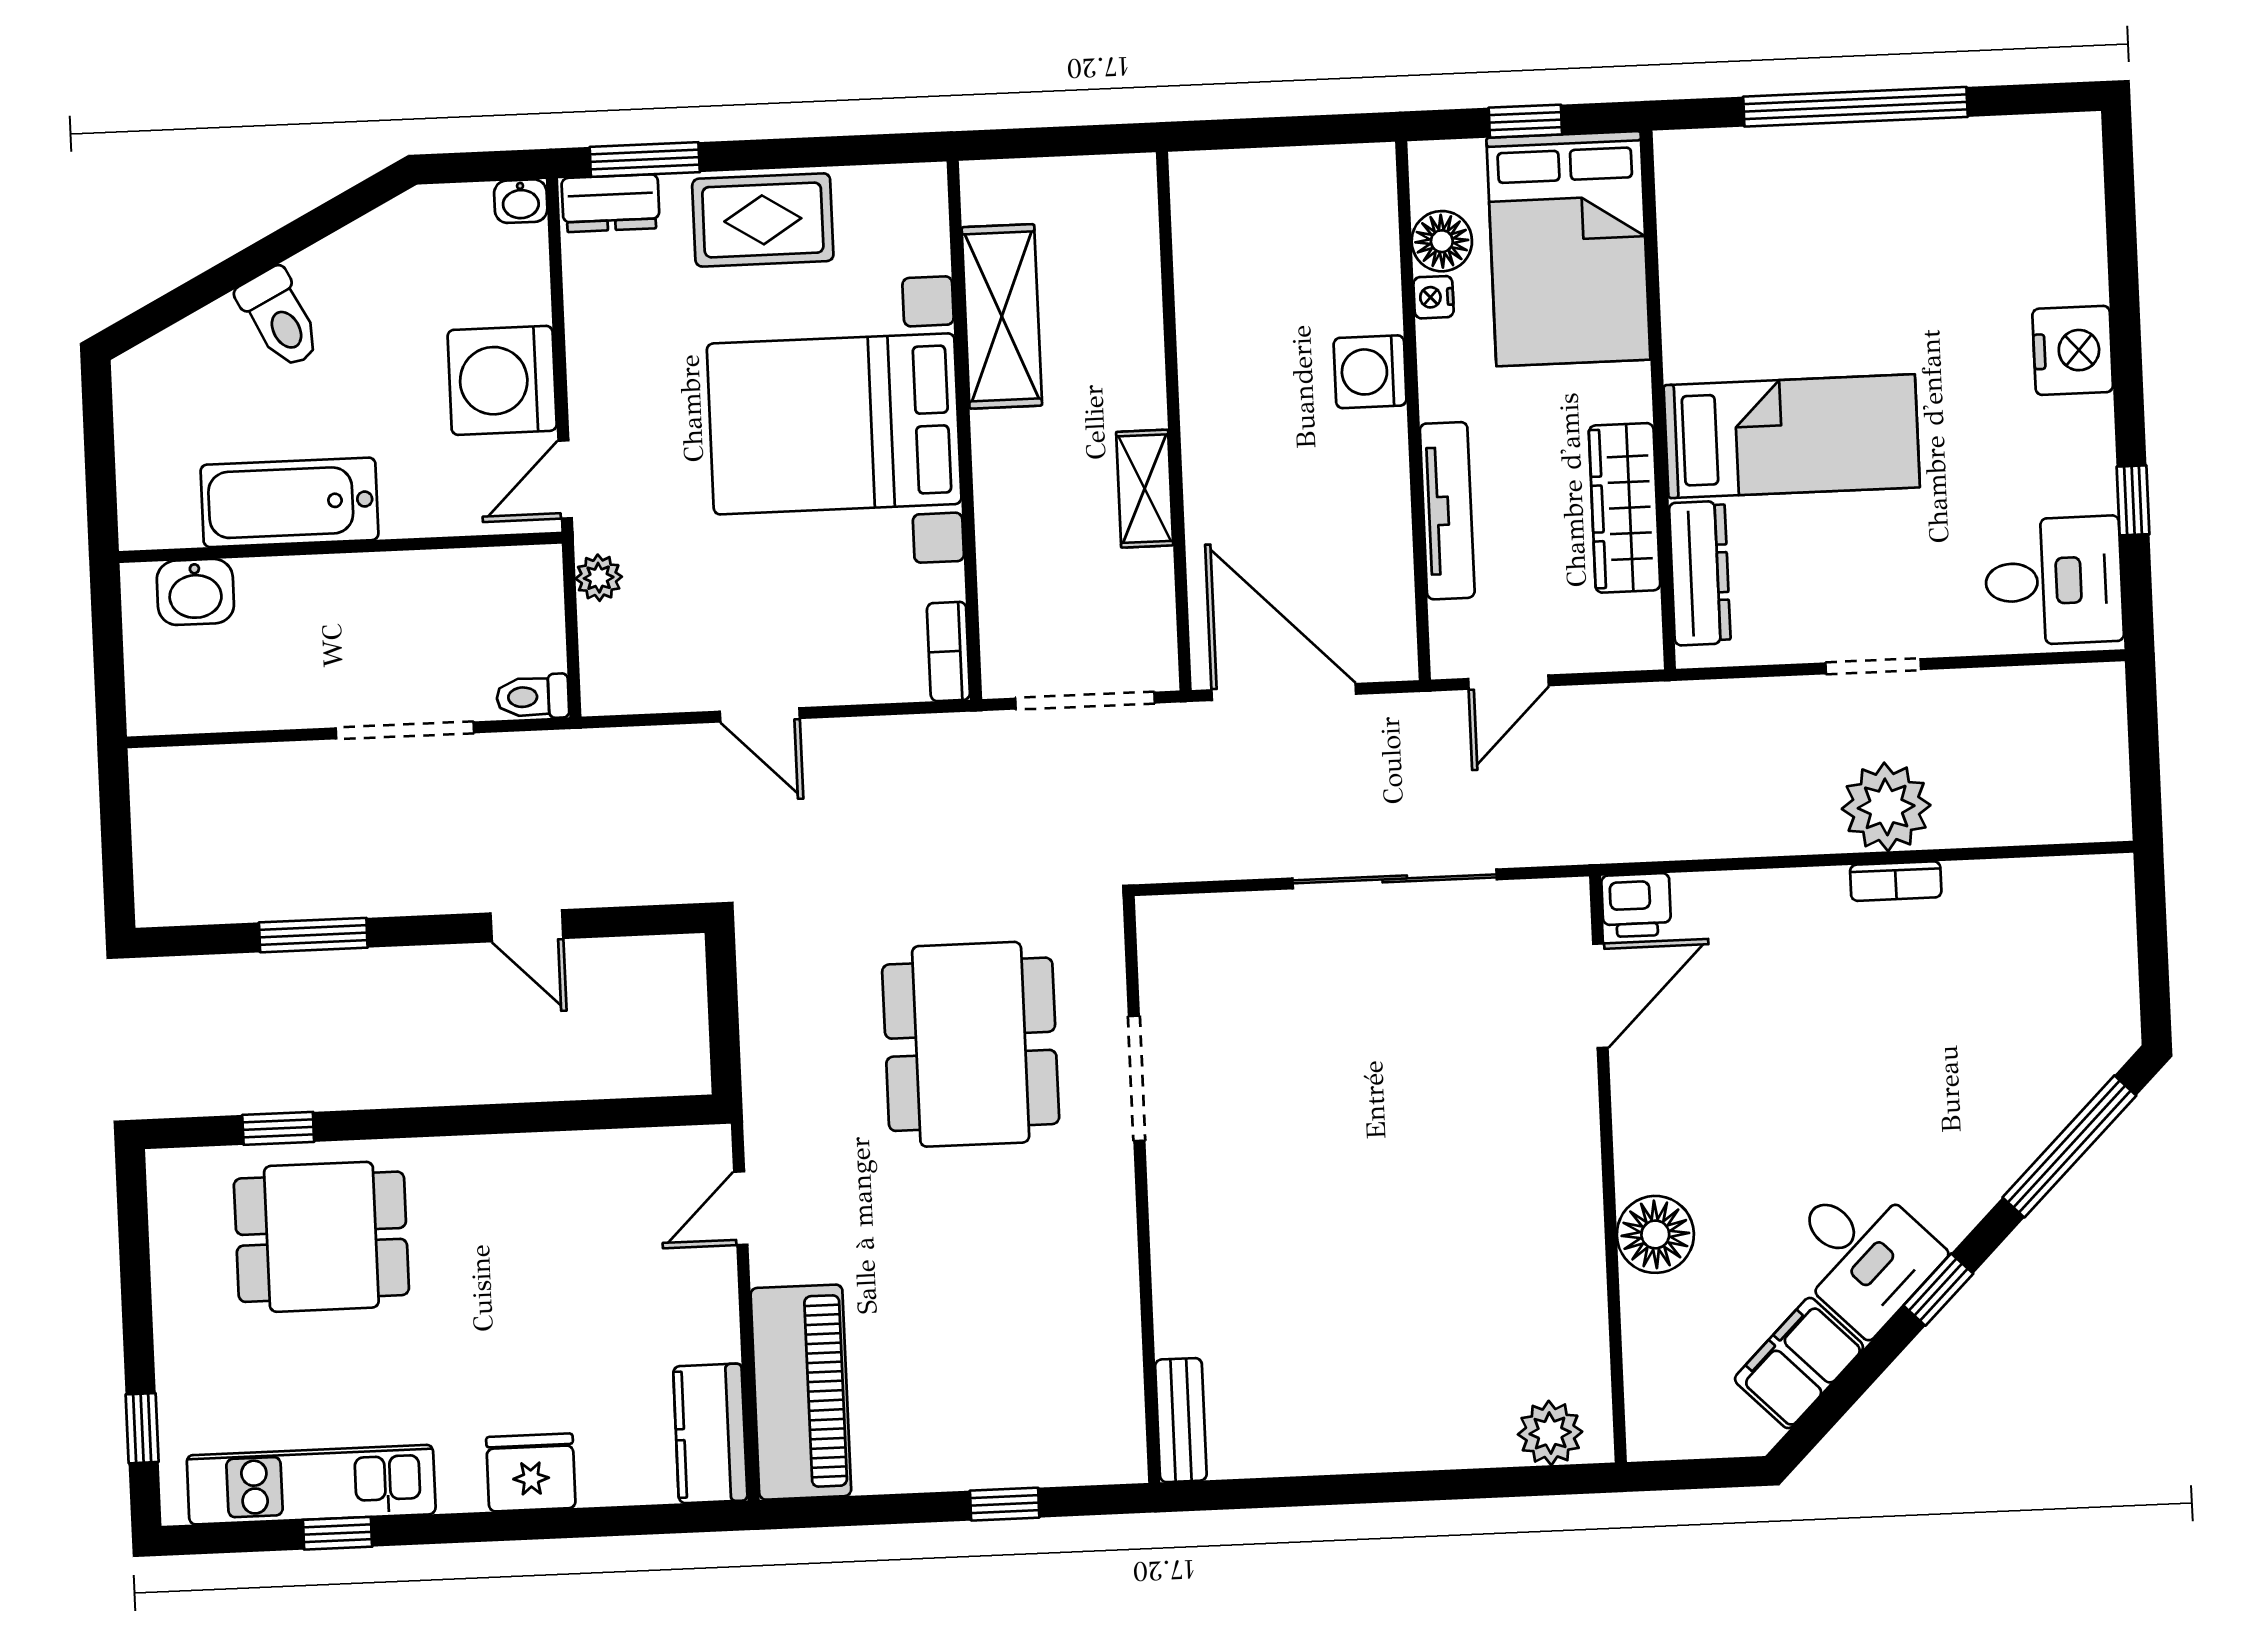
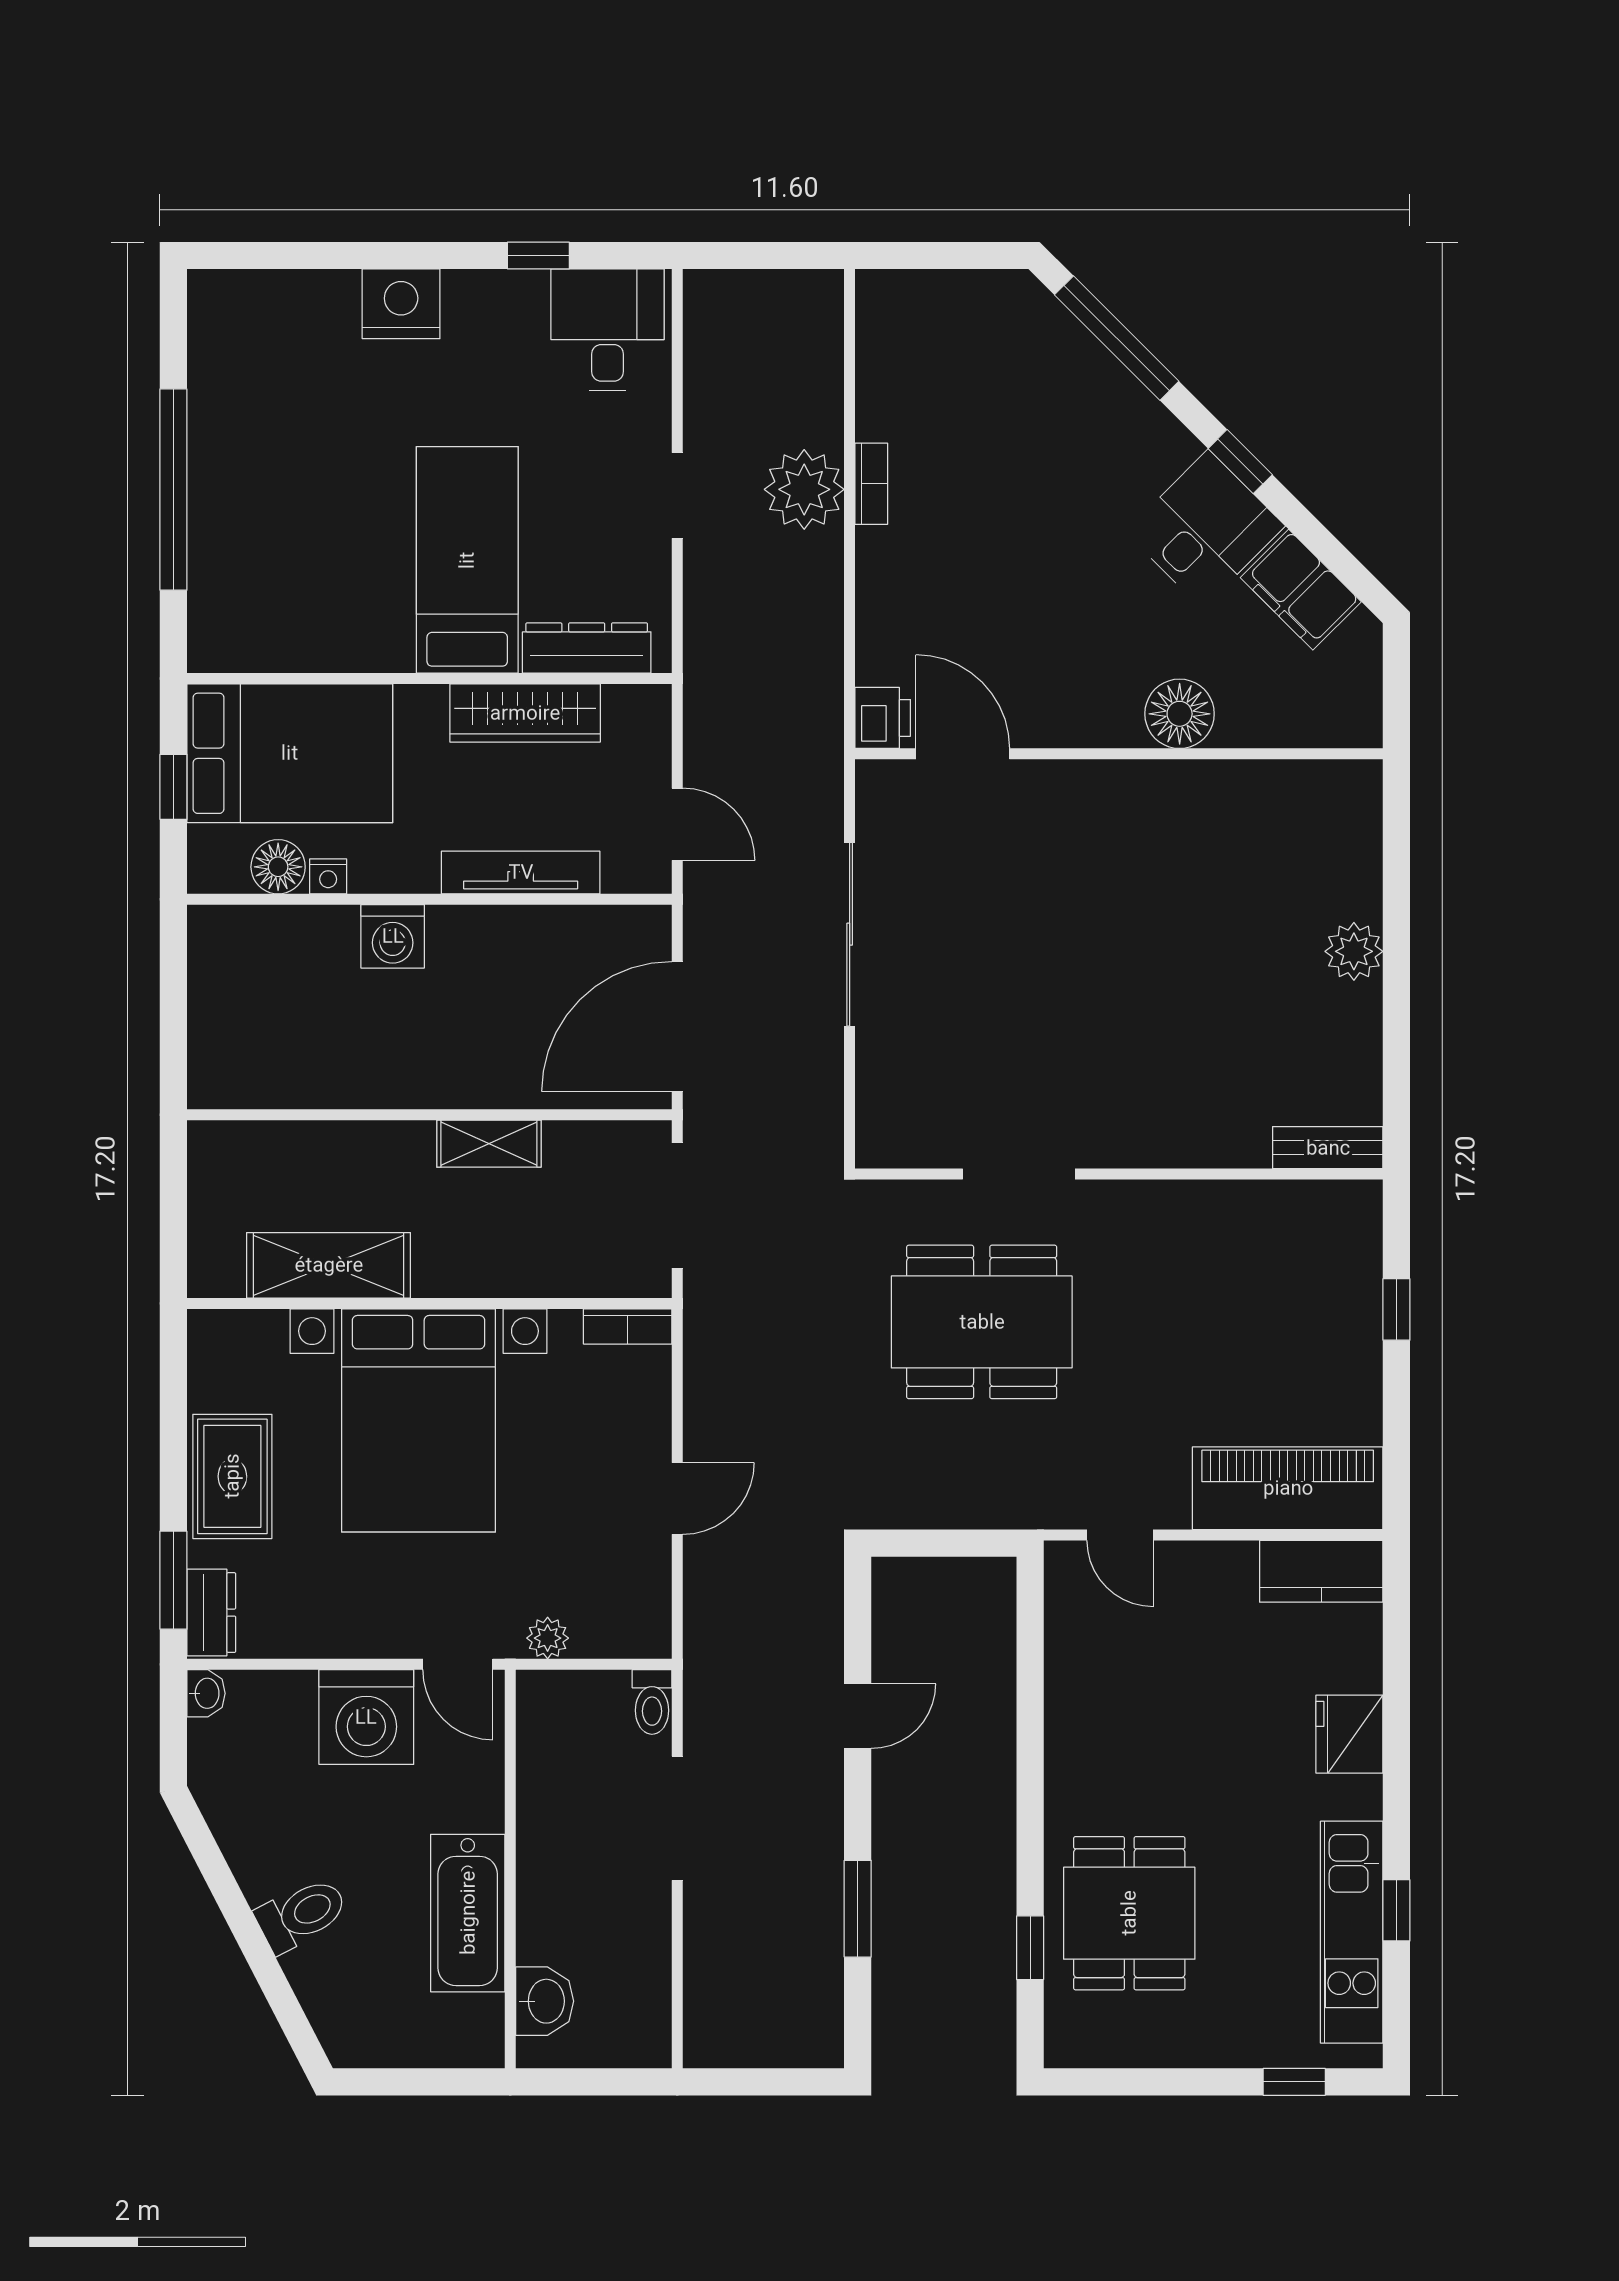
plant: (1550, 1433) -> (1354, 951), moved

